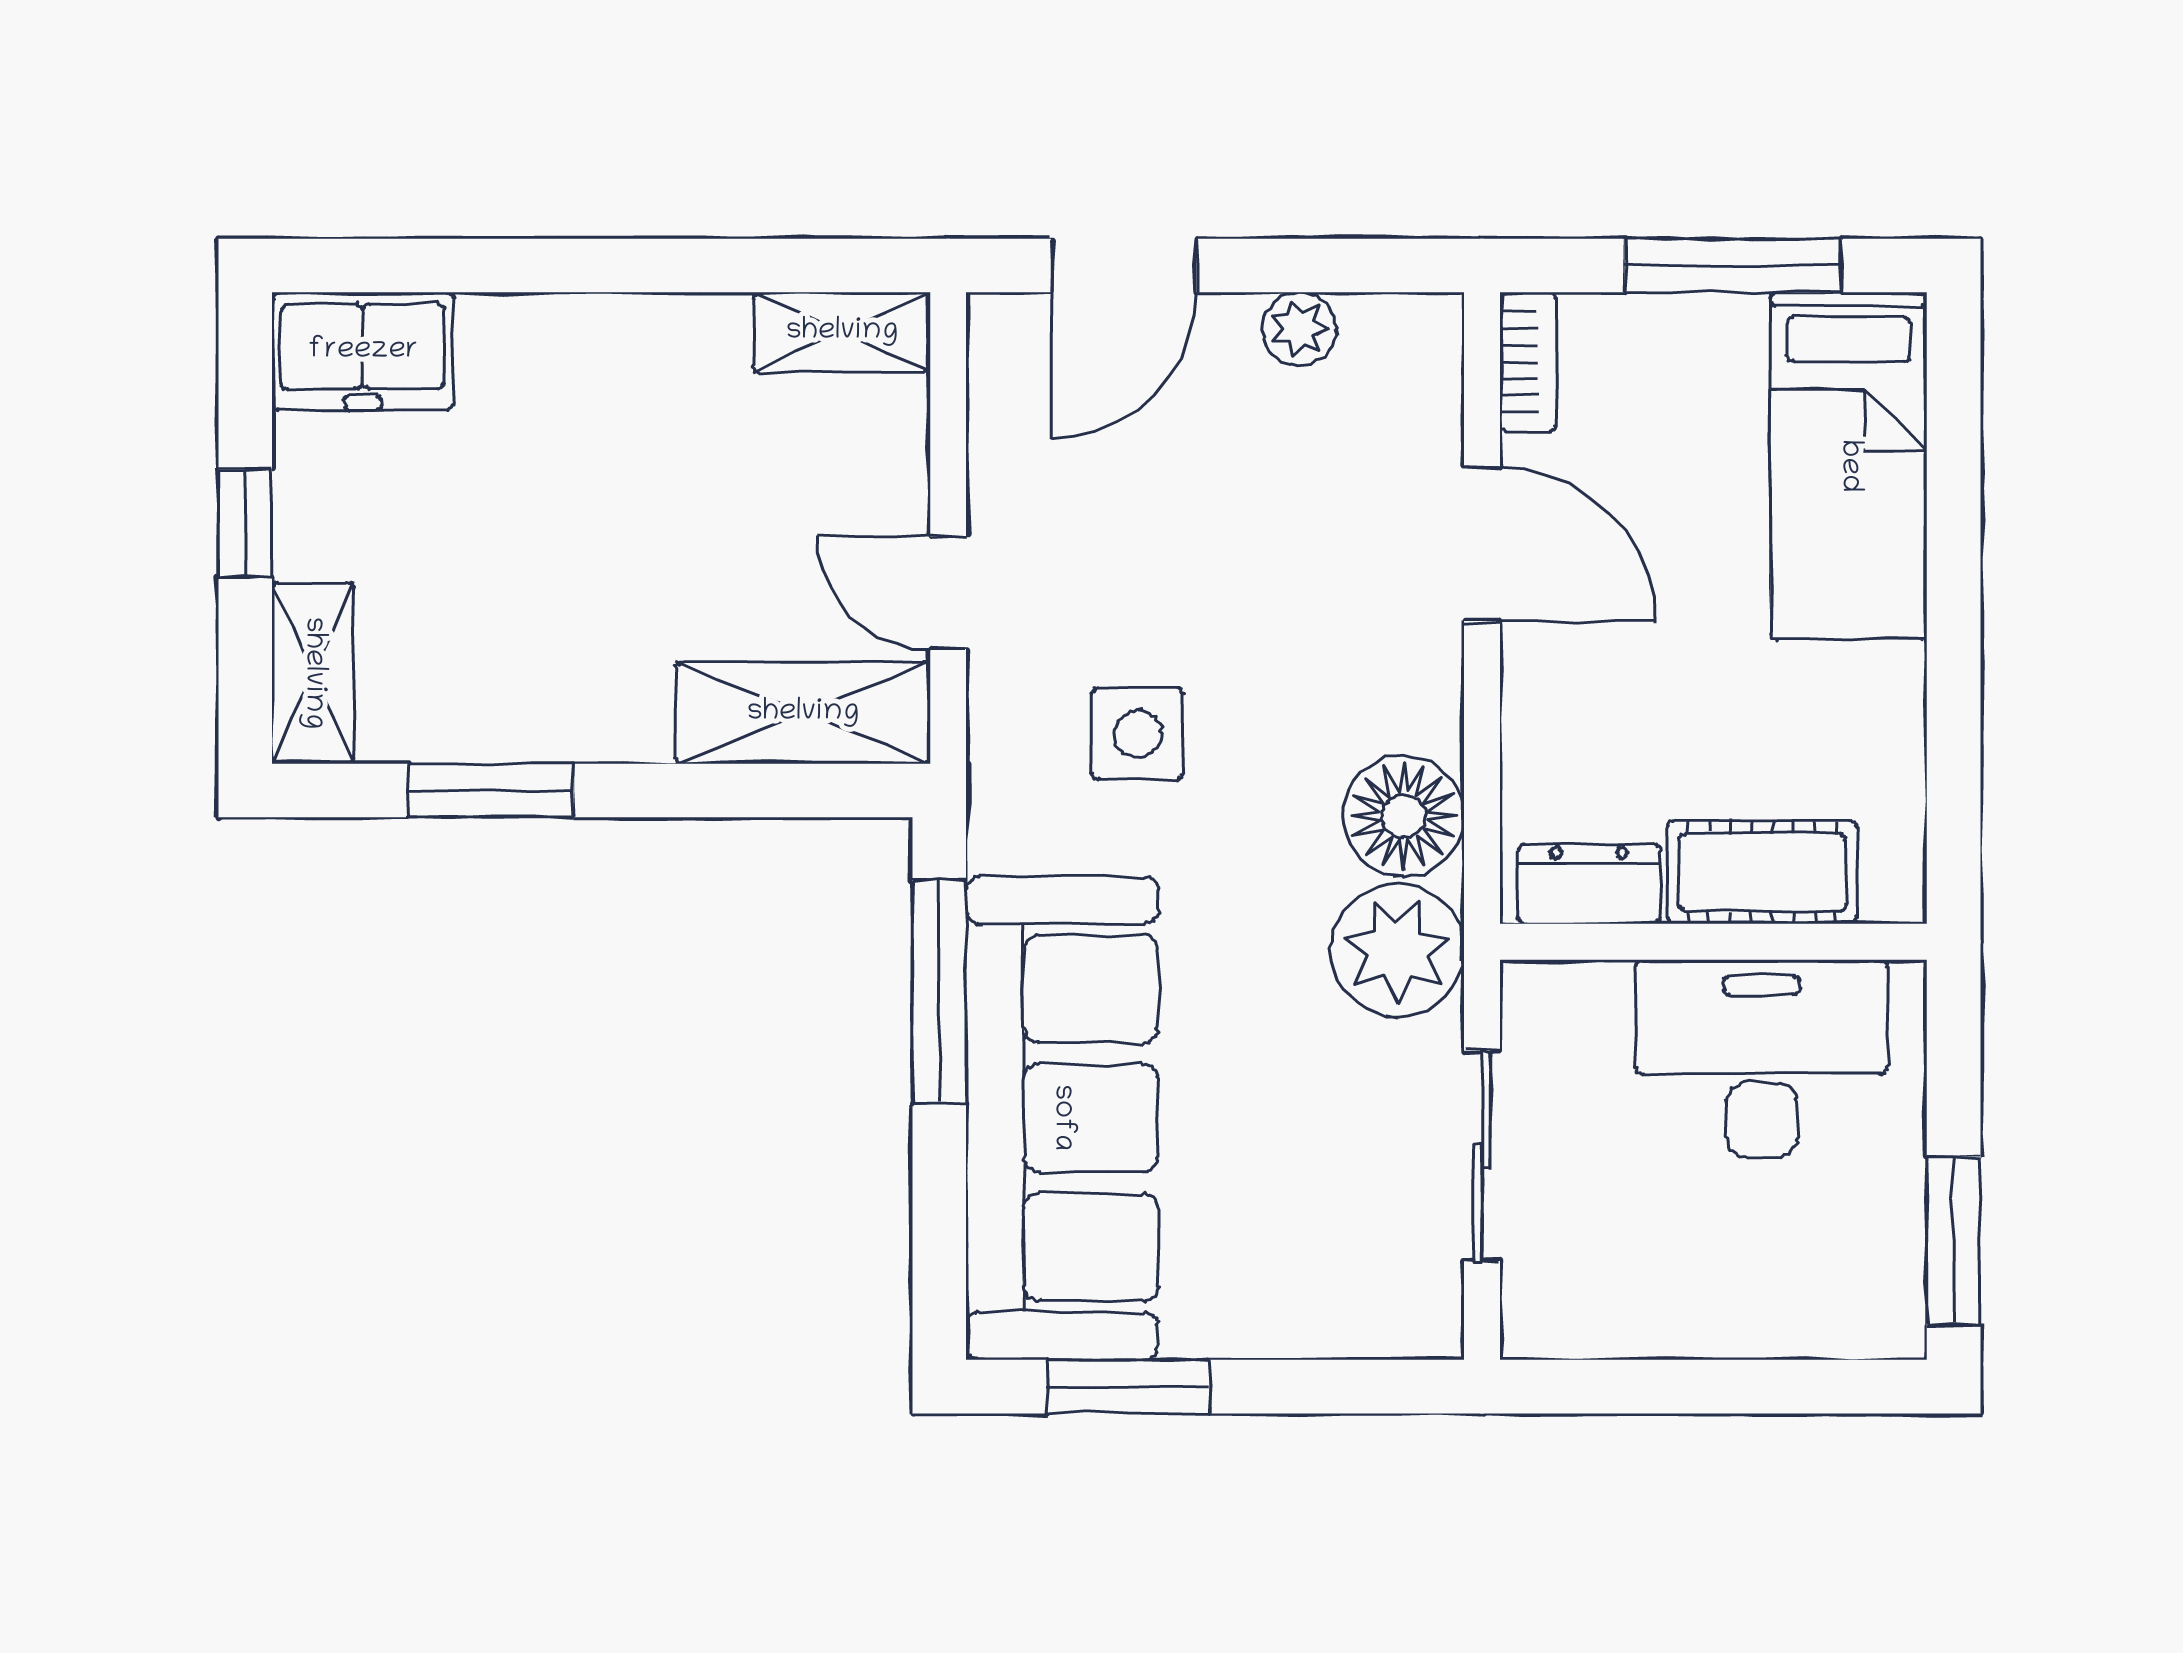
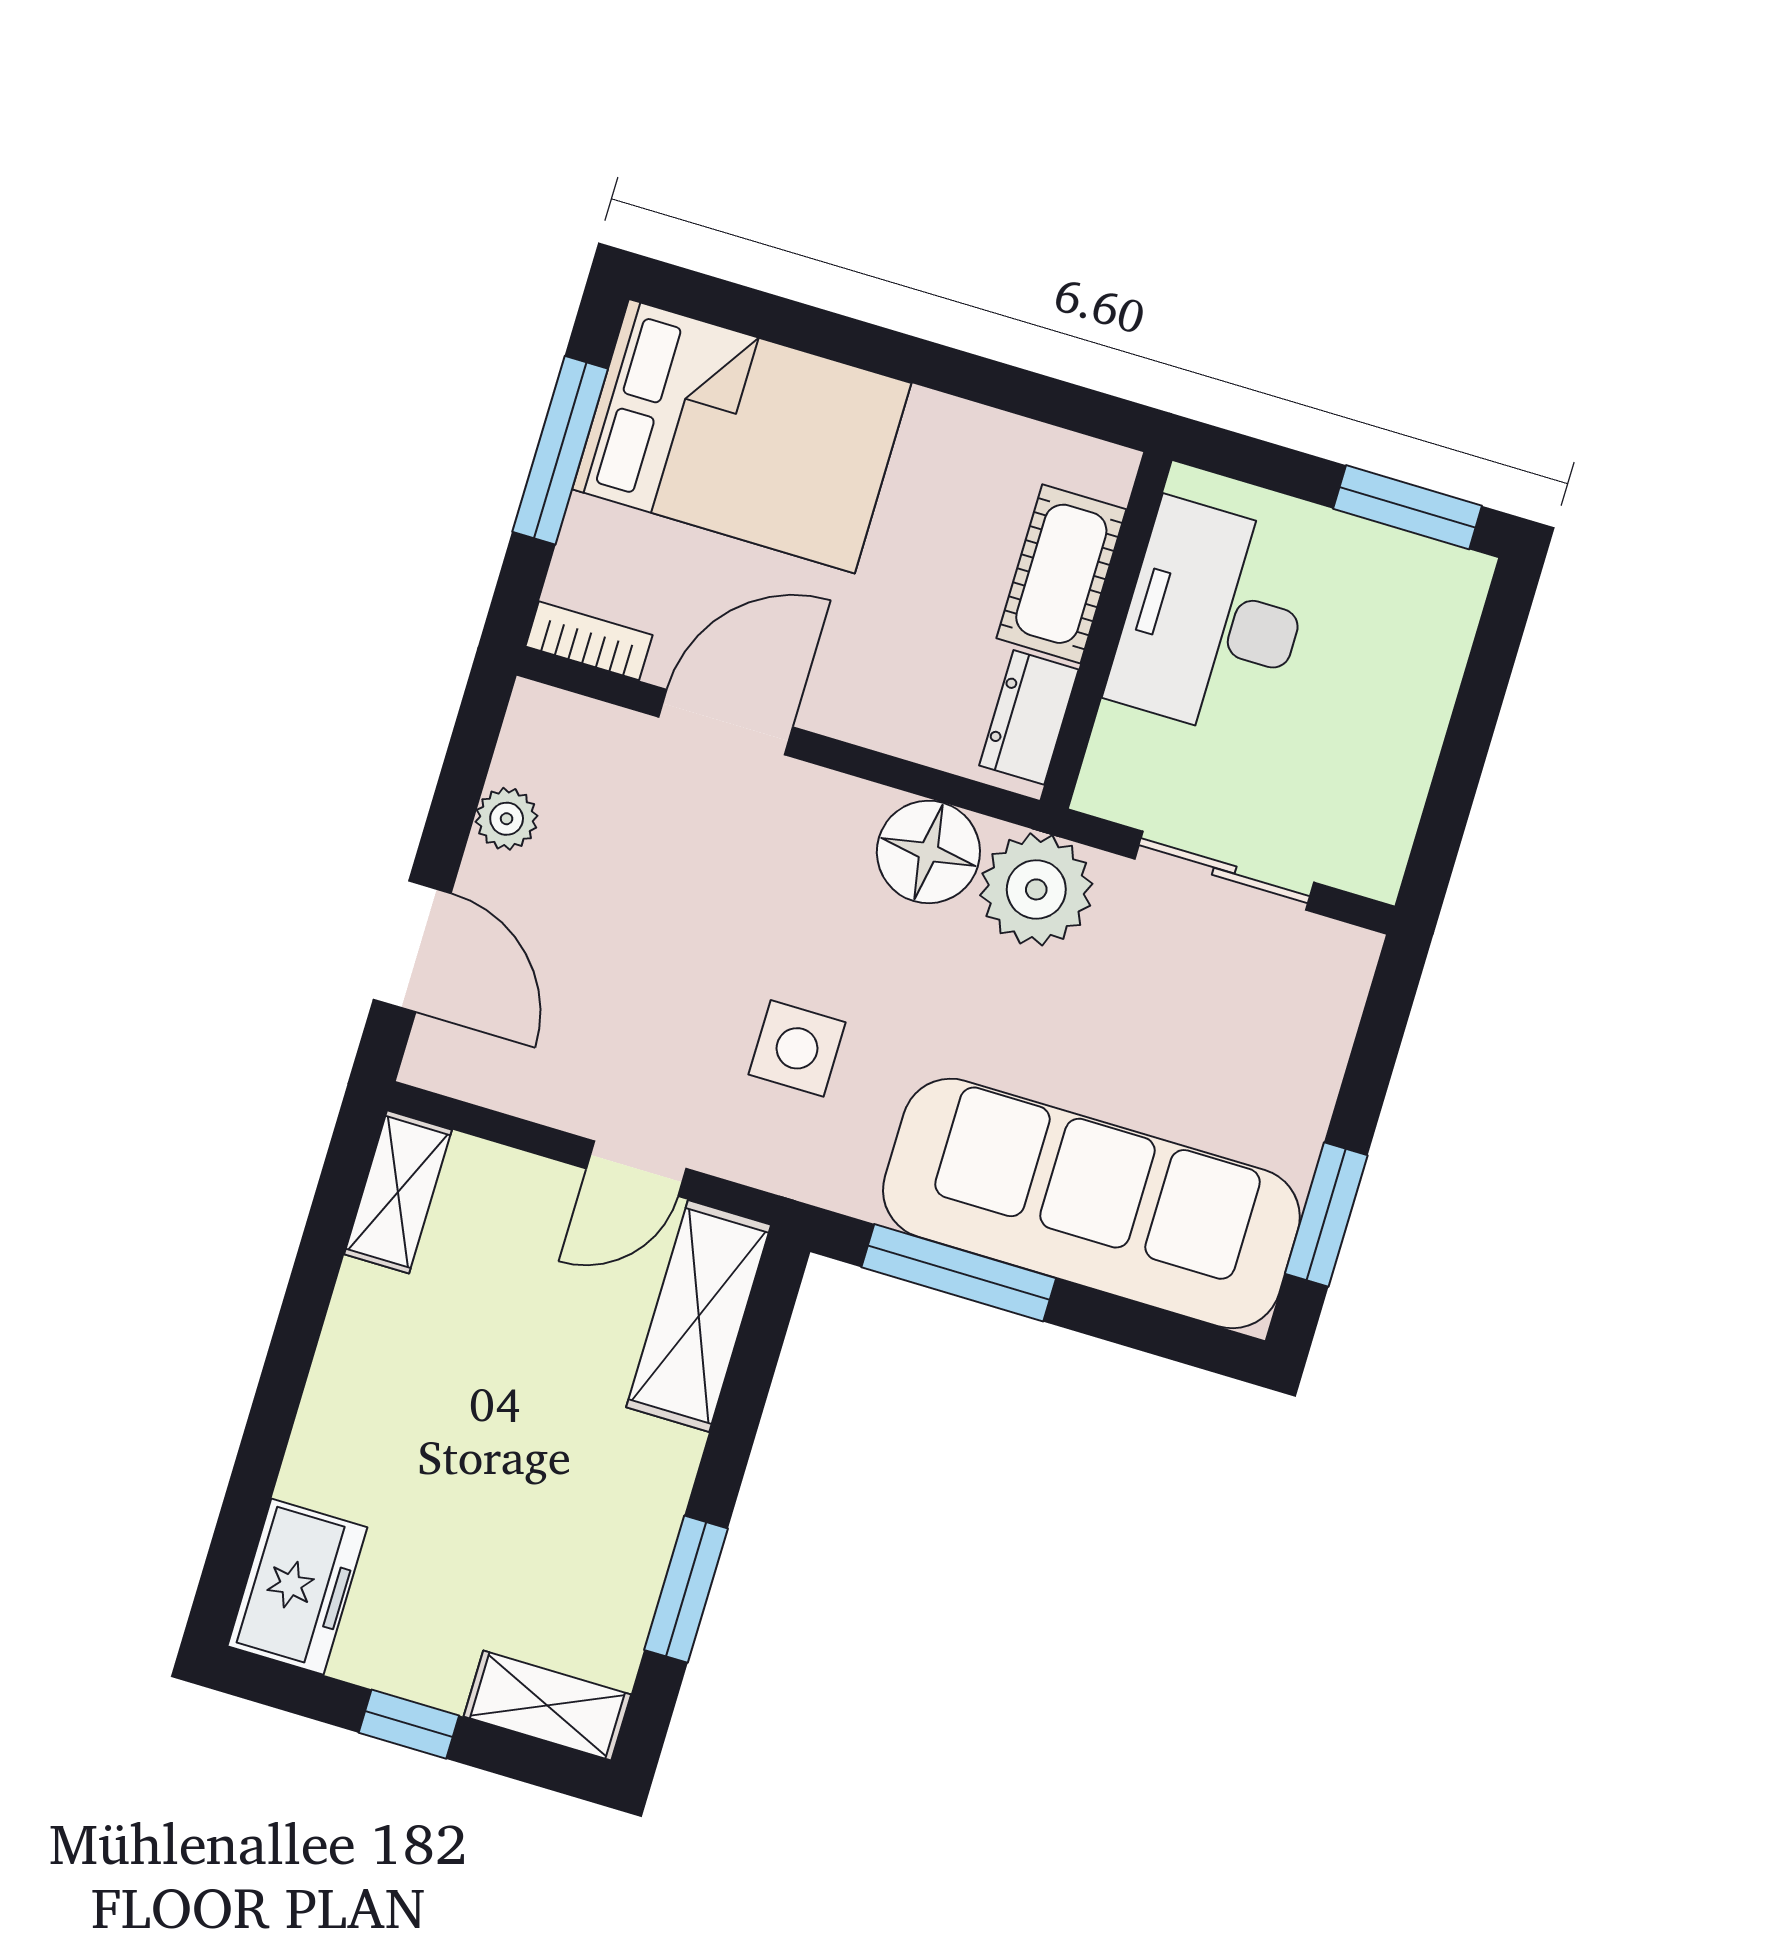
bed: (1849, 466) -> (742, 436), width x1.50

